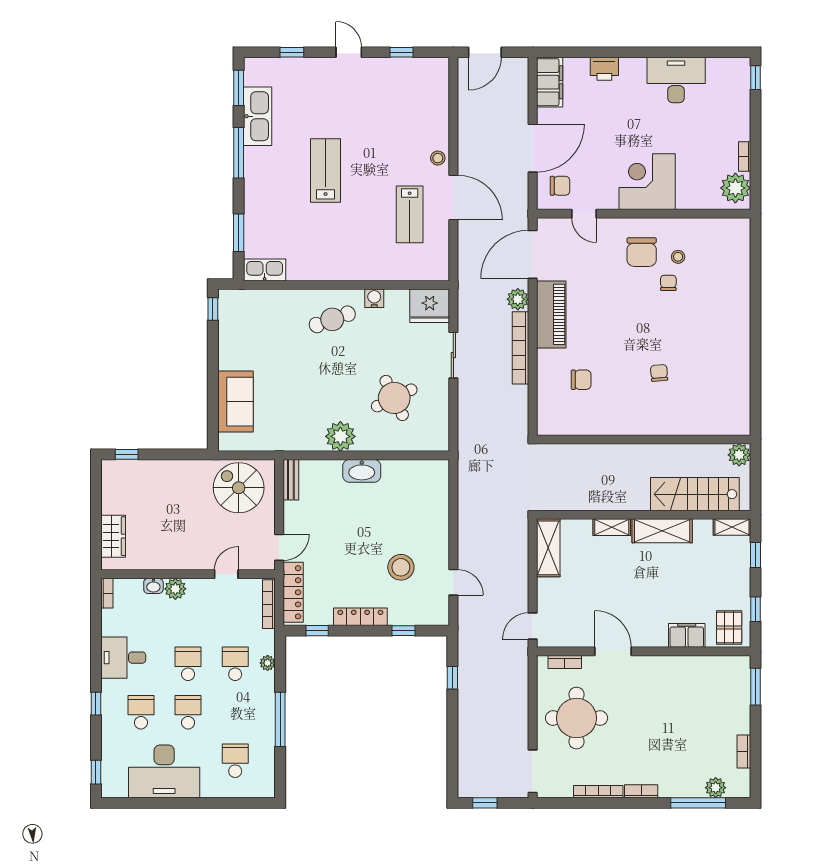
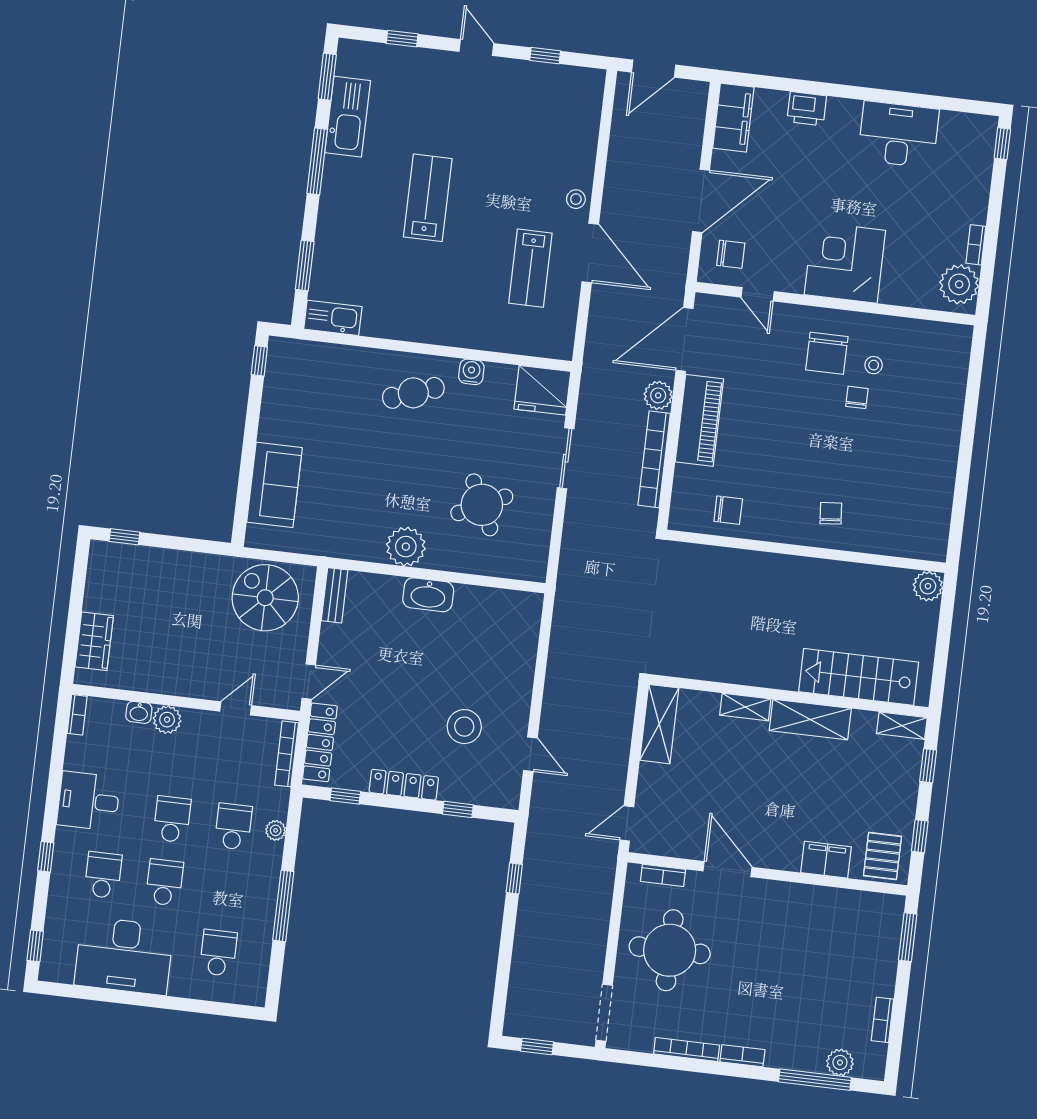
wall: (644, 439) -> (806, 551), moved
plant: (739, 455) -> (928, 586), moved

